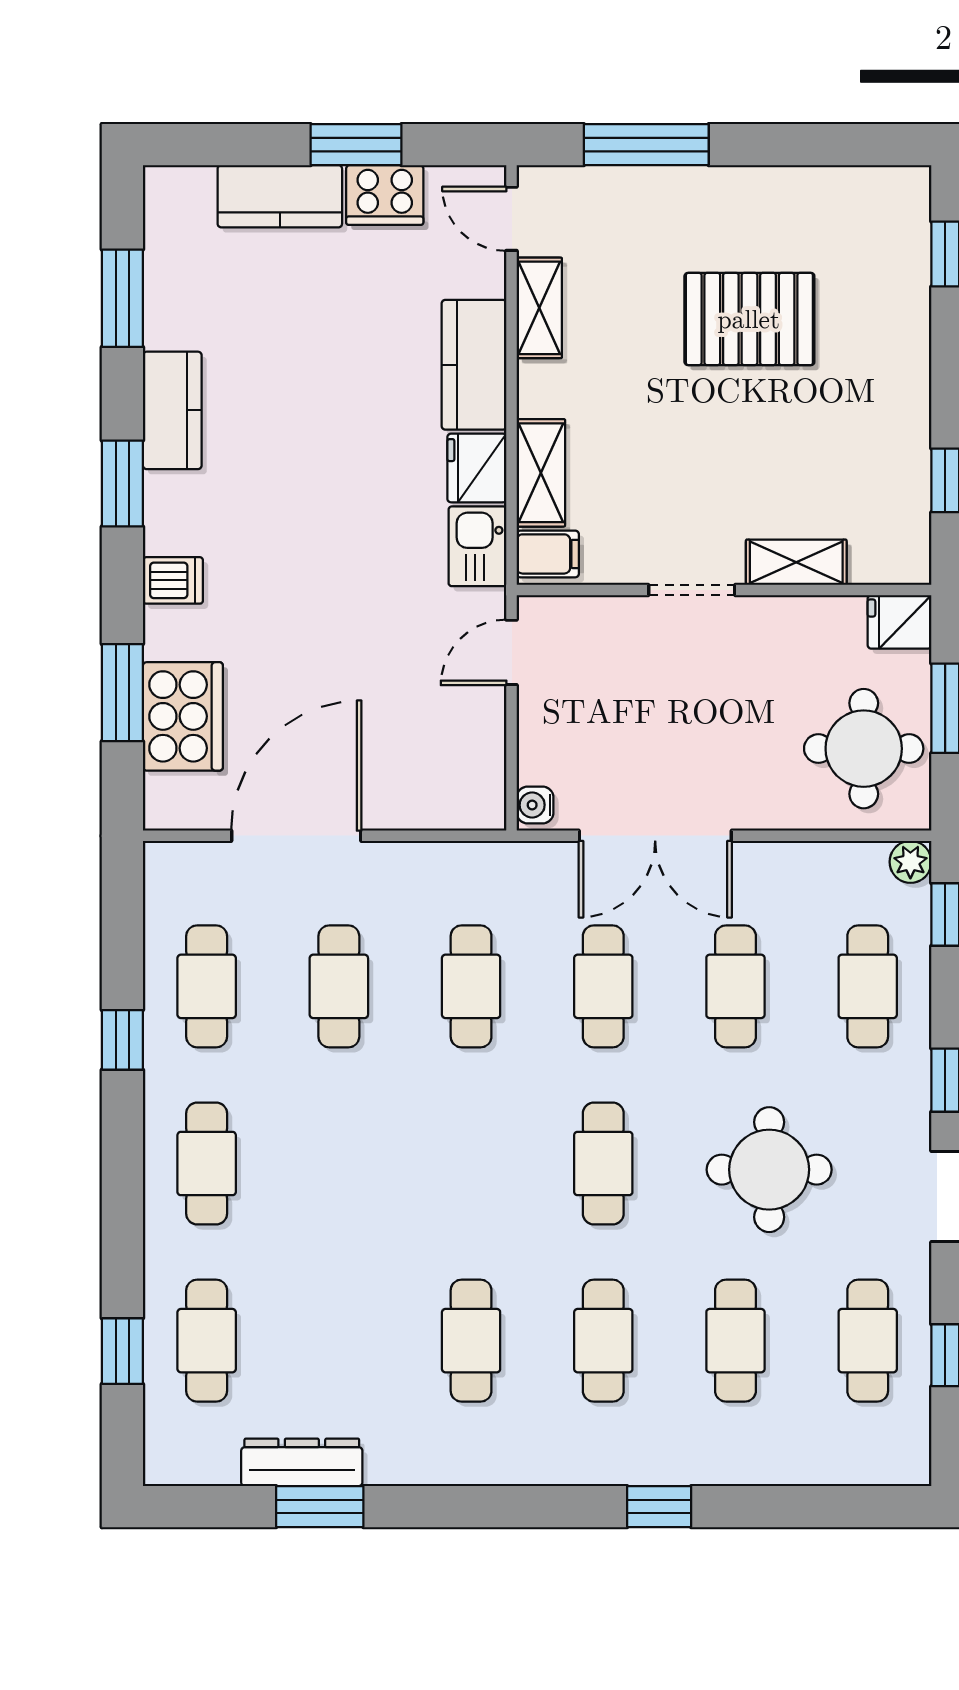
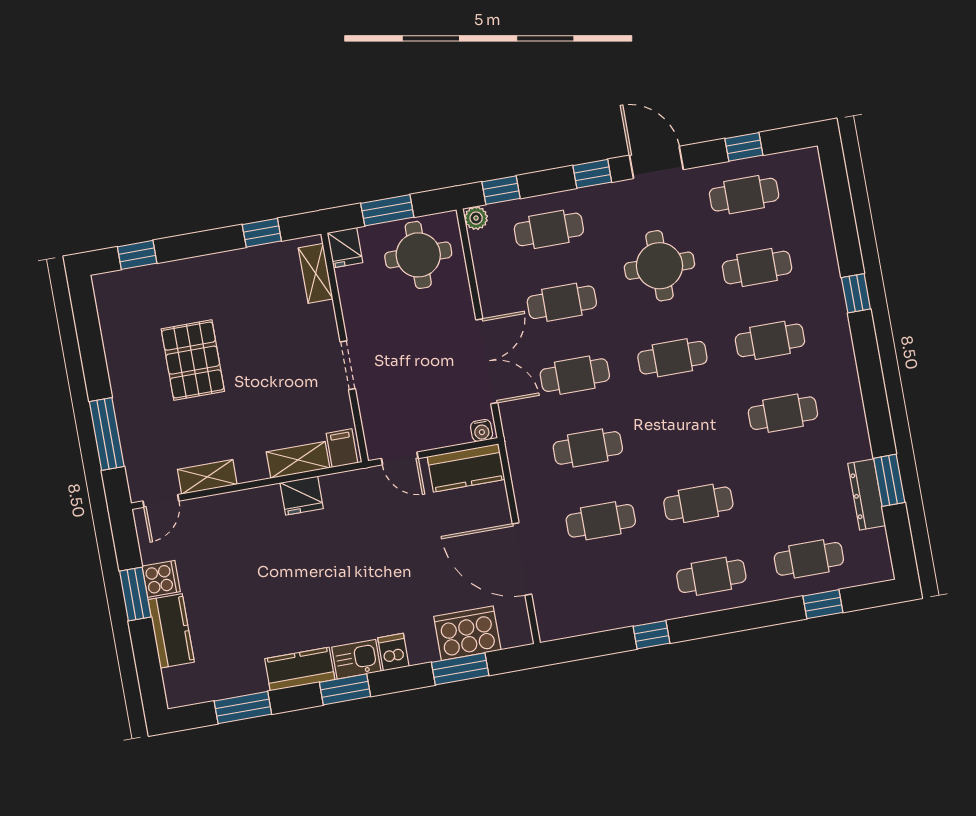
cooker: (385, 195) -> (161, 579), width x0.73
kitchen counter: (474, 365) -> (466, 468), moved
kitchen sink: (477, 546) -> (356, 659), moved, turned 180
shelving: (796, 562) -> (316, 273), moved
cafe table: (207, 986) -> (698, 503), moved

